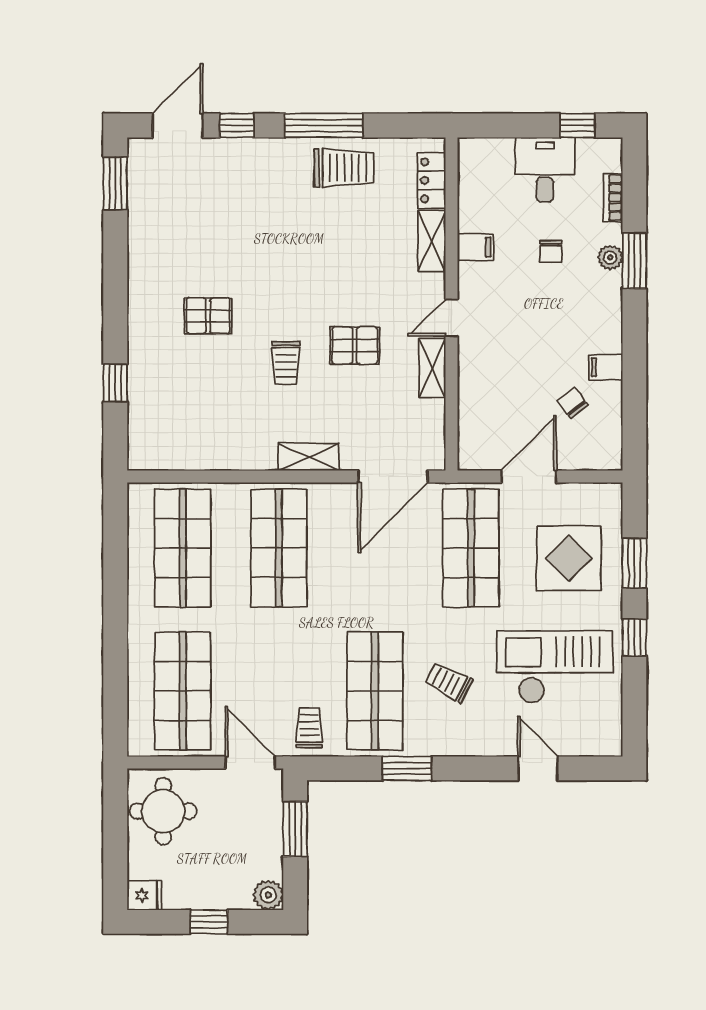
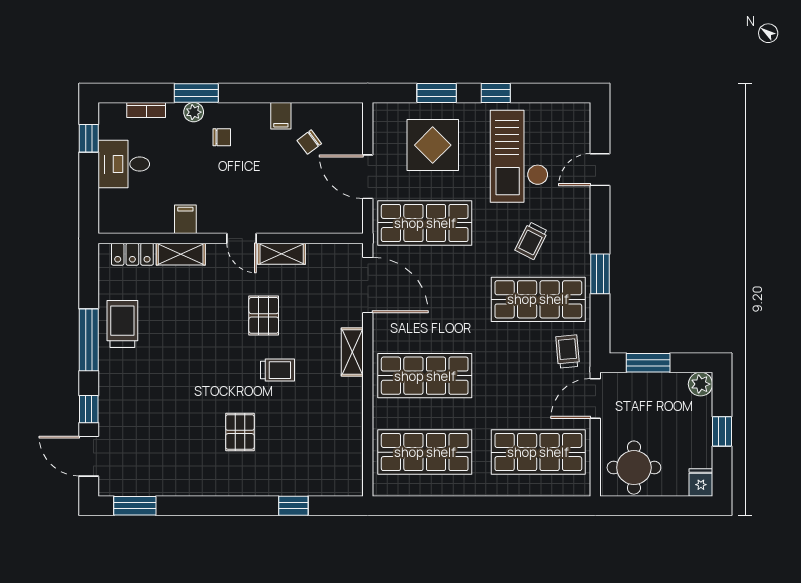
chair: (551, 251) -> (222, 137), moved
trolley: (309, 728) -> (568, 351), turned 85

